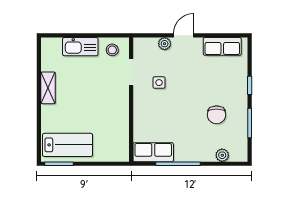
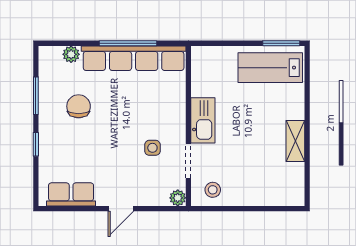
plant: (165, 44) -> (178, 198), moved
kitchen sink: (80, 47) -> (203, 120), moved, turned 90
row of seats: (153, 152) -> (134, 58), width x2.02

